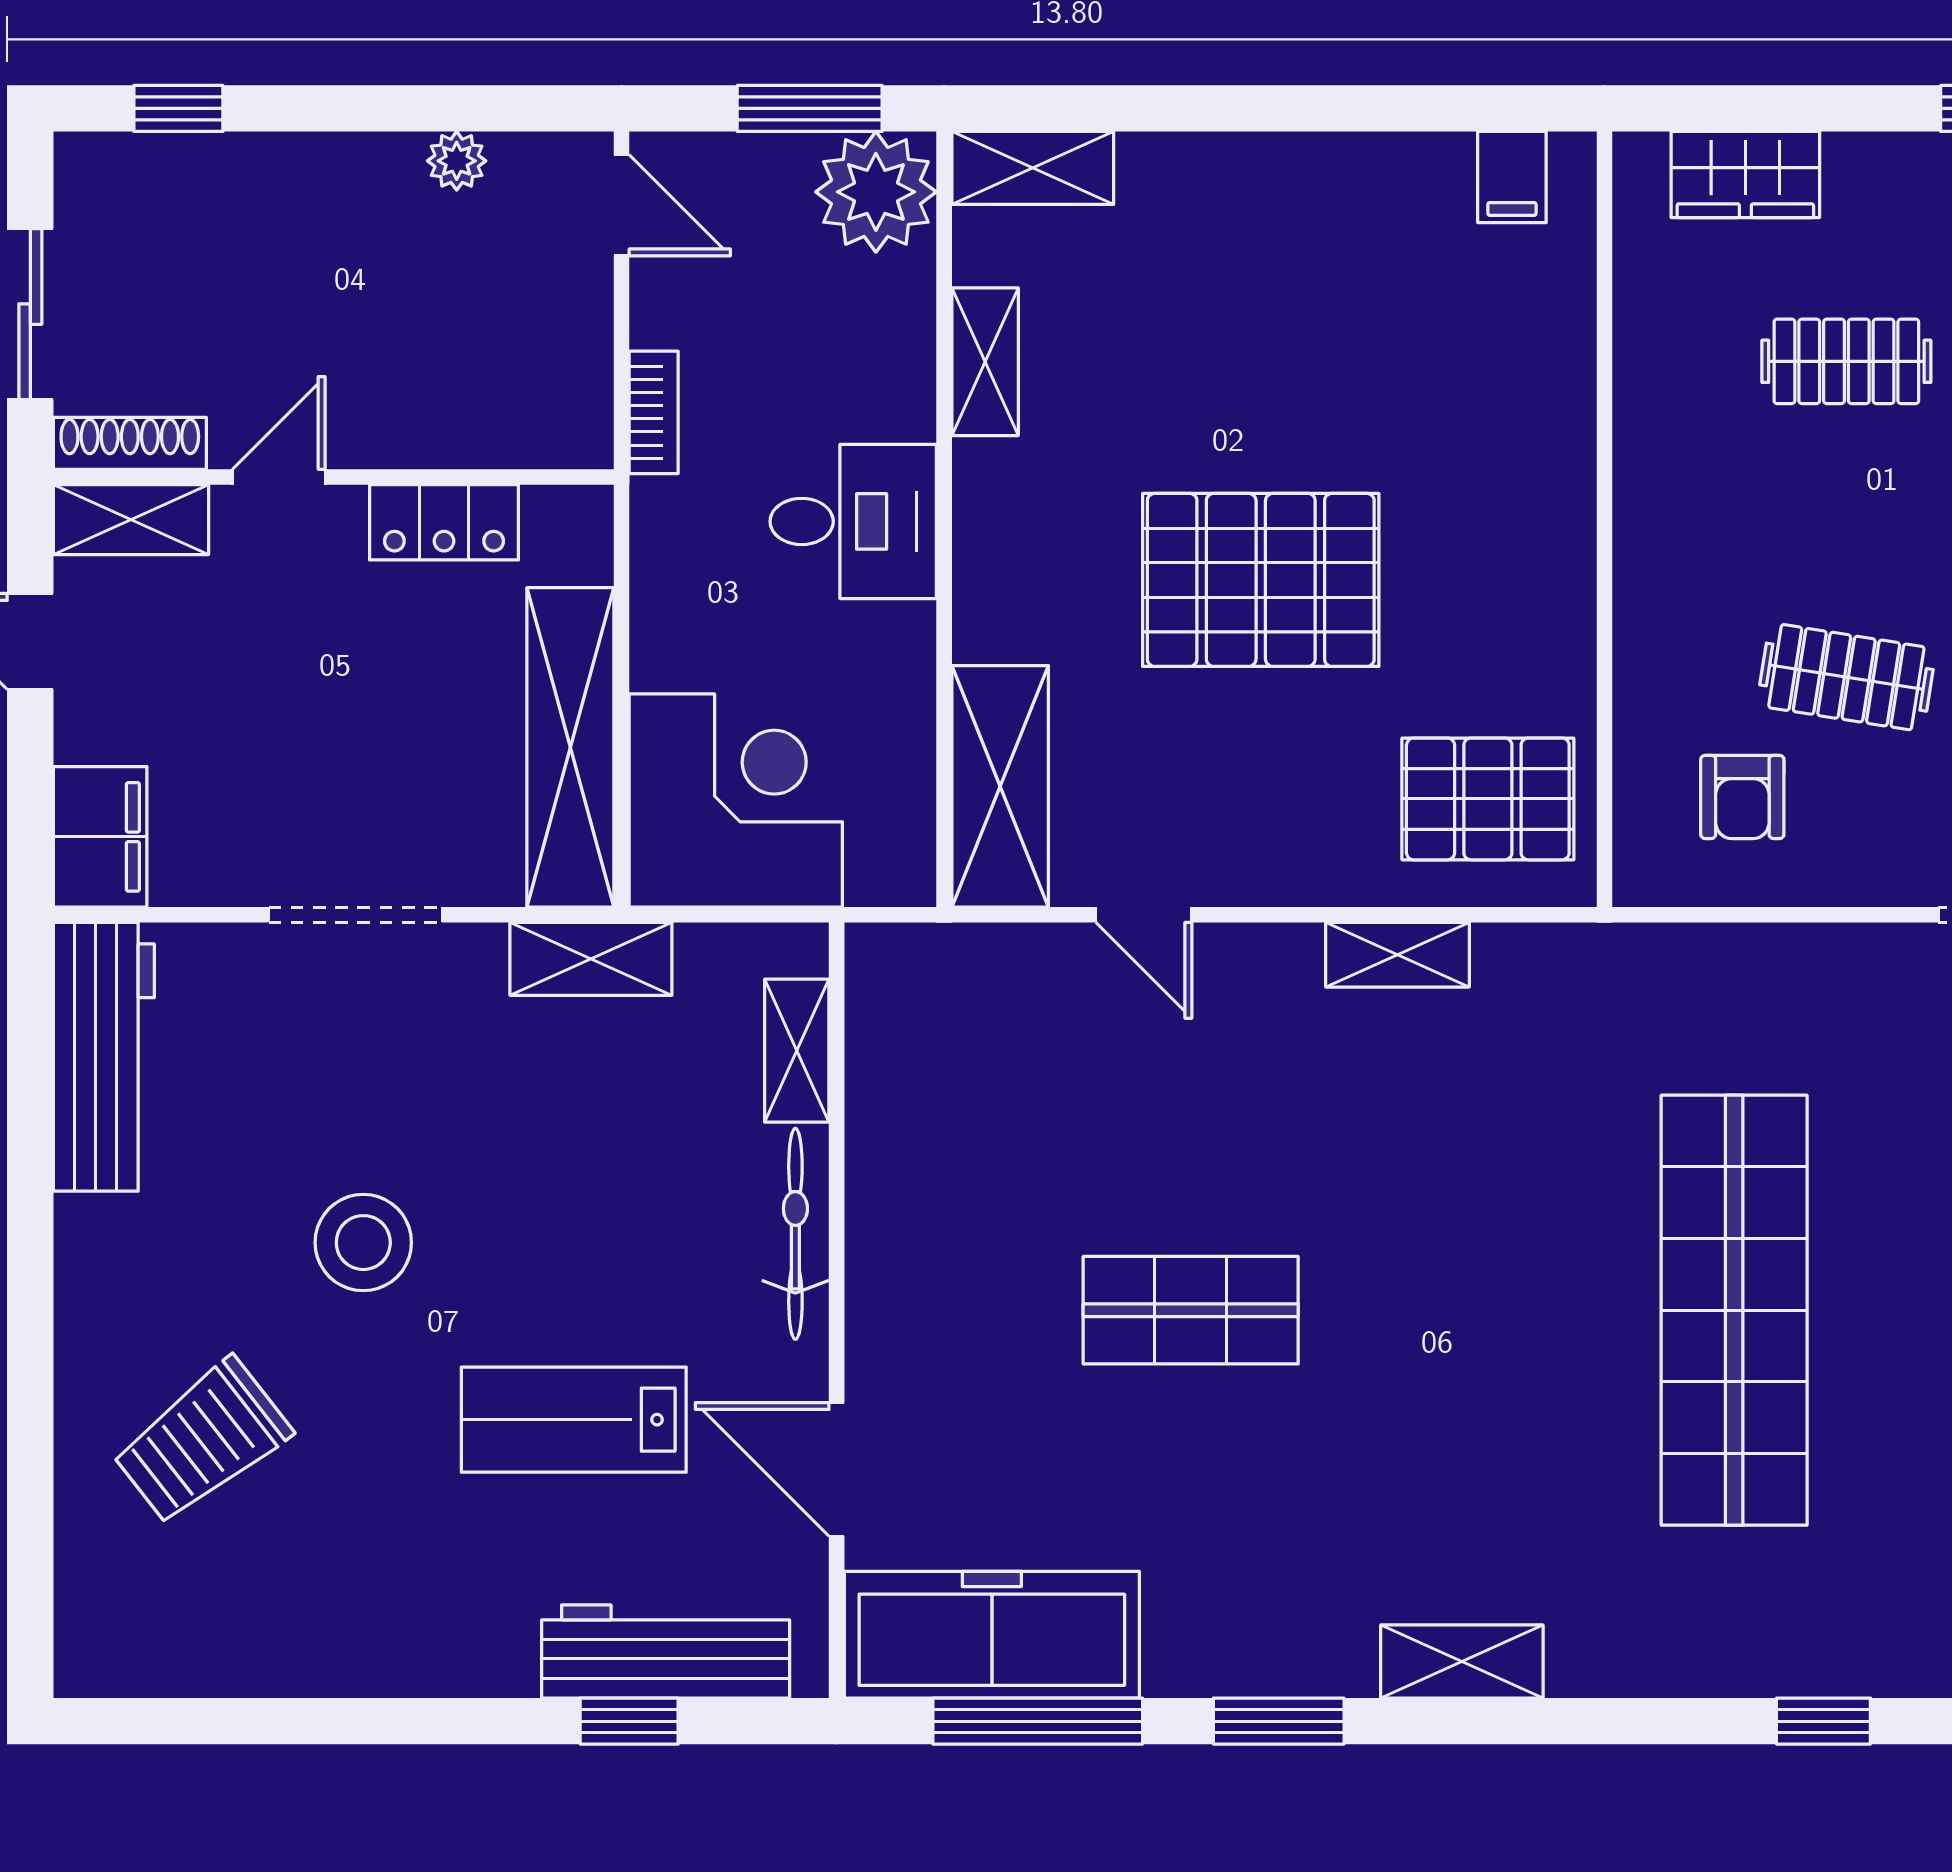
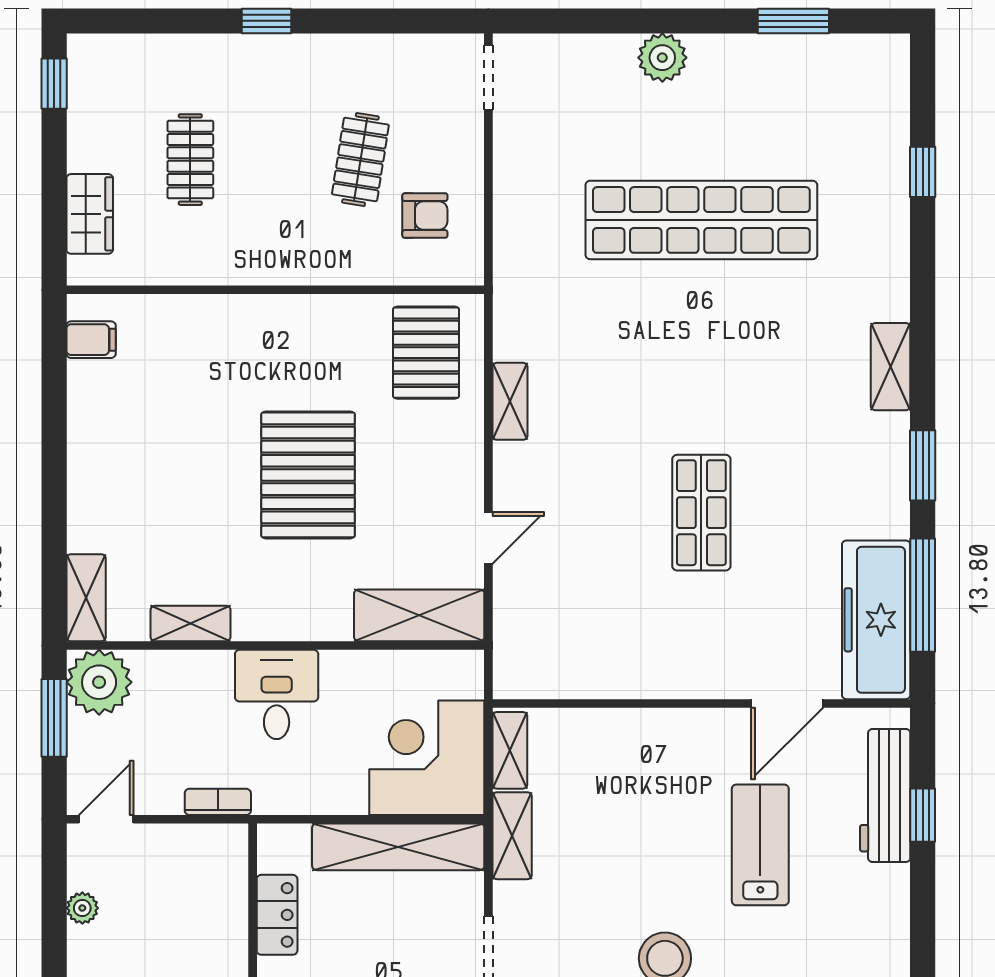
shelving: (797, 1051) -> (510, 750), moved, turned 90
bicycle: (795, 1234) -> (660, 726), removed
lab bench: (574, 1420) -> (760, 845), turned 180

